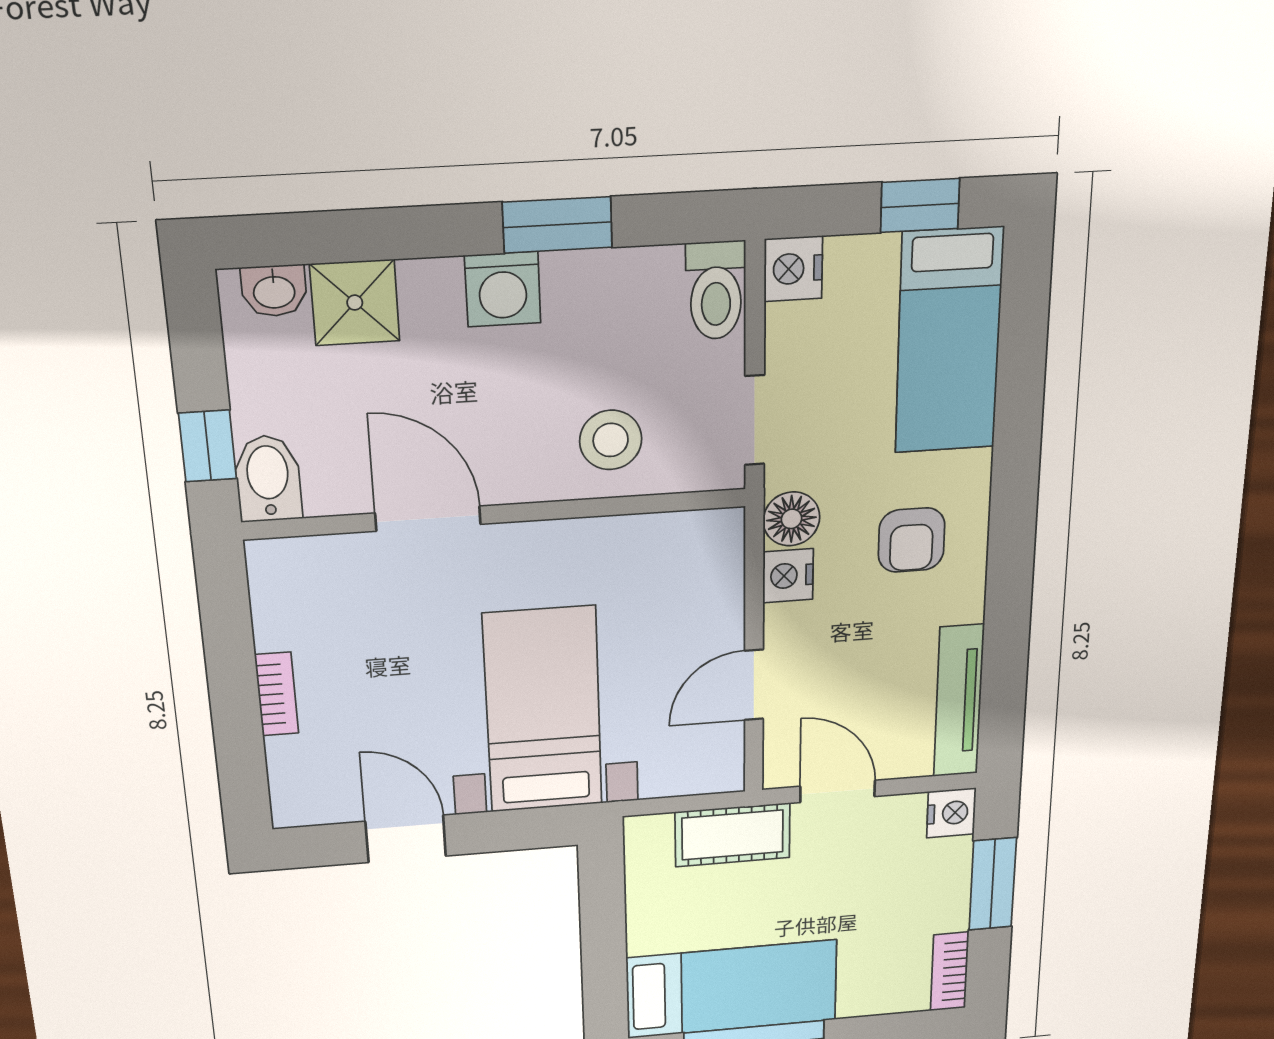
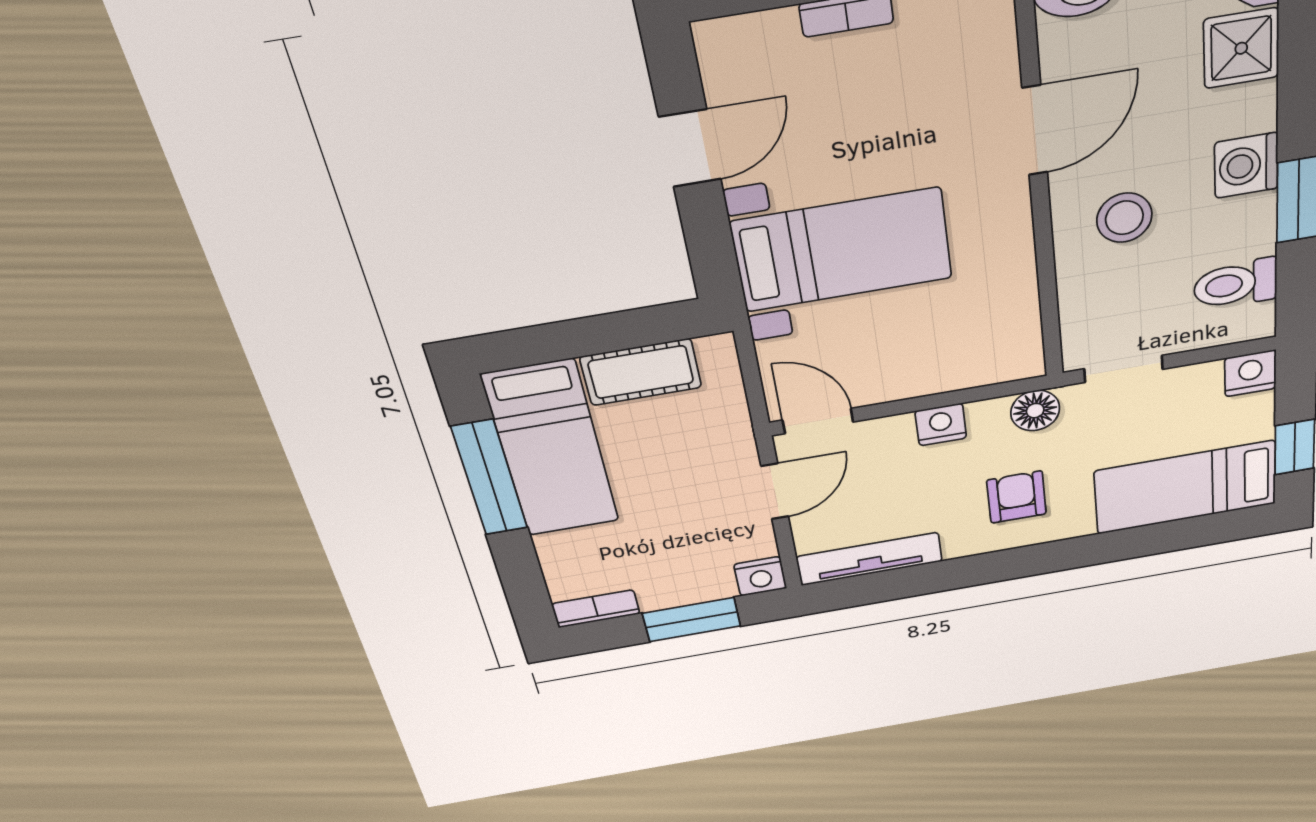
toilet: (716, 290) -> (1235, 284), moved
stool: (611, 440) -> (1124, 218), moved
armchair: (911, 540) -> (1017, 497), turned 90
nightstand: (788, 576) -> (941, 425), moved
door: (754, 685) -> (818, 421), moved
cot: (733, 835) -> (641, 372), moved, turned 90

